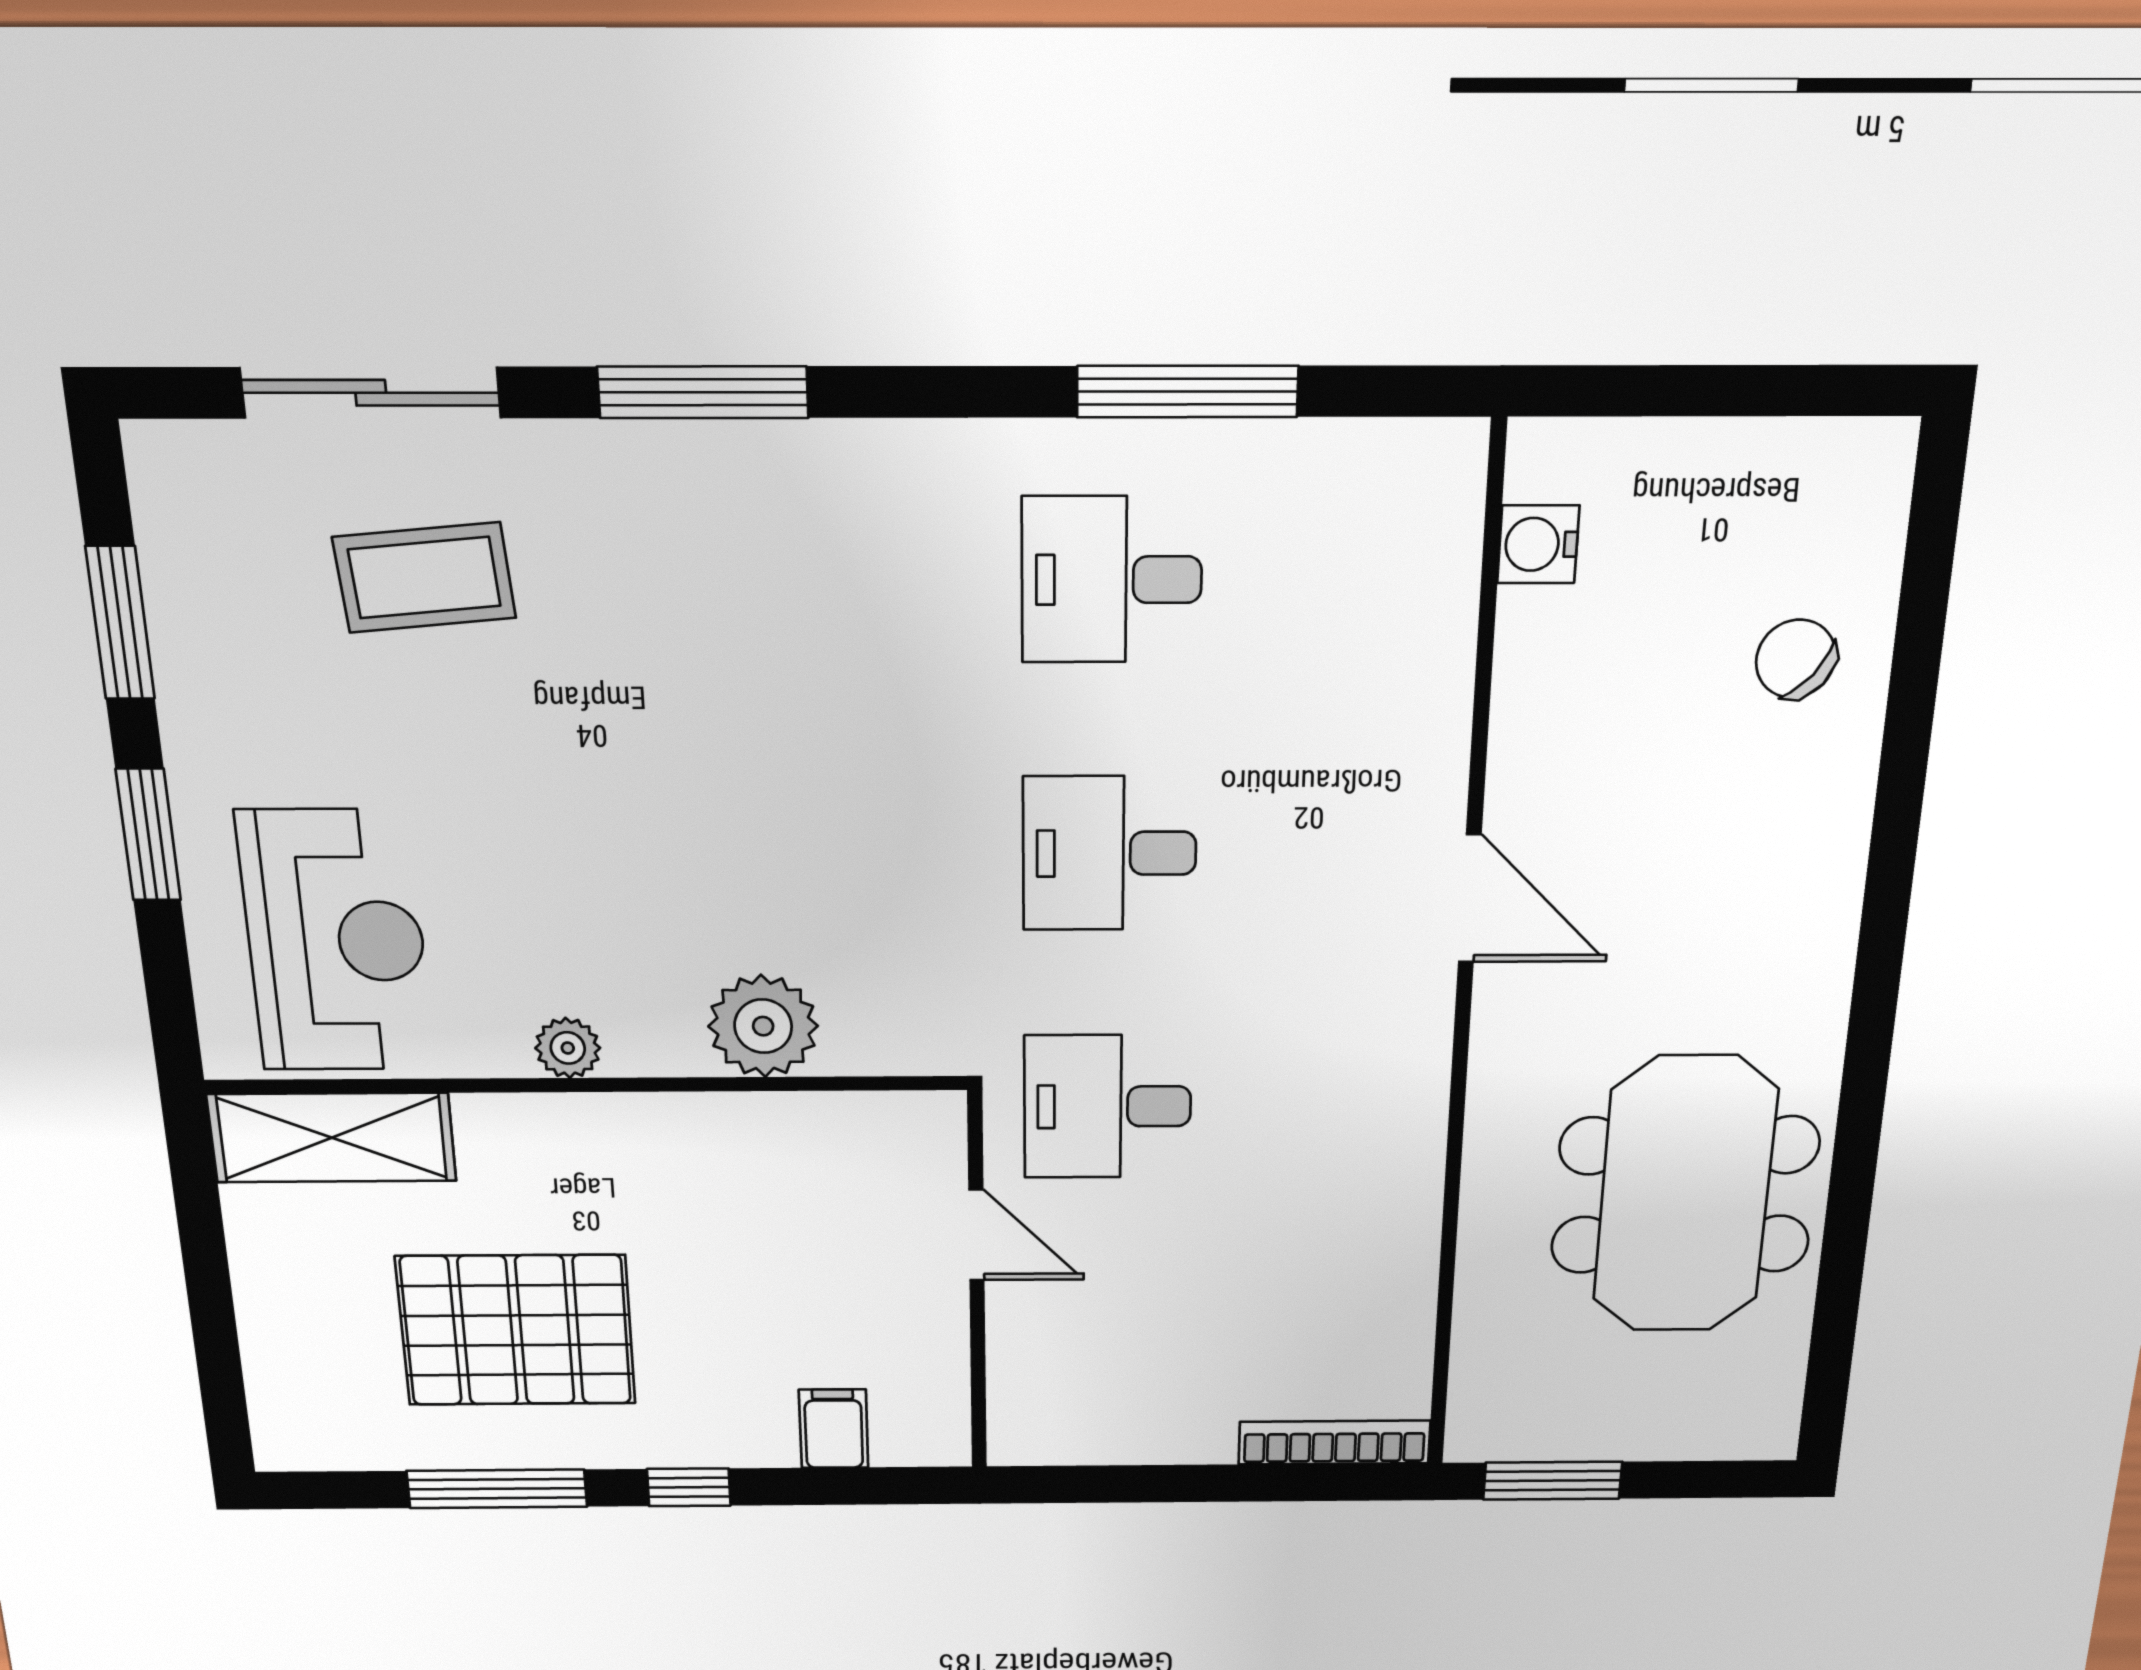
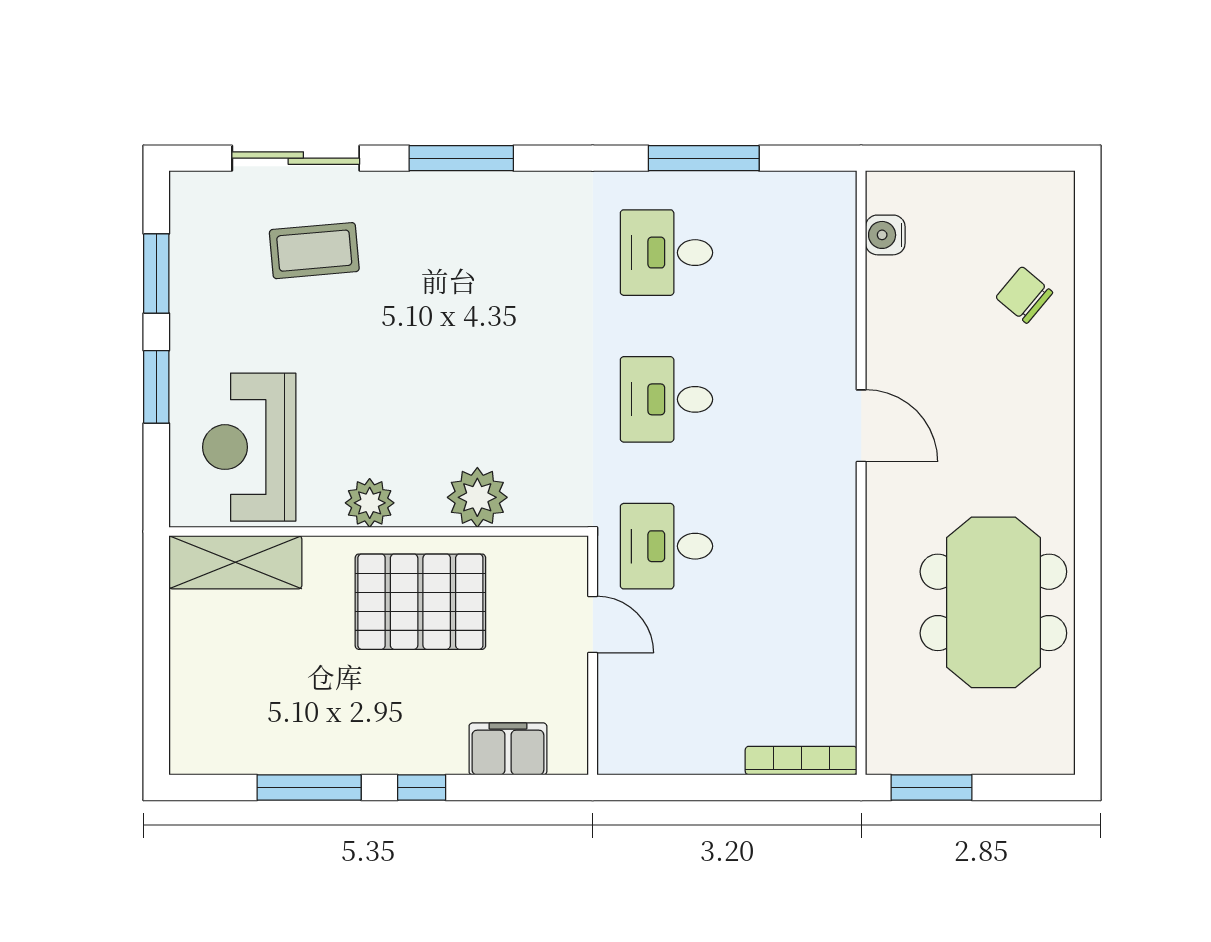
reception desk: (336, 941) -> (249, 447), turned 180
plant: (568, 1048) -> (370, 503), width x1.38, depth x1.38
pallet: (516, 1330) -> (420, 602), moved
filing cabinet: (834, 1429) -> (508, 749), width x2.00

